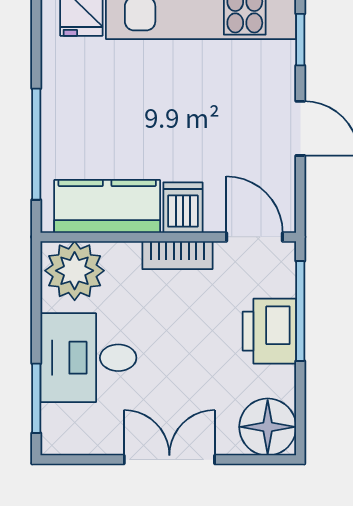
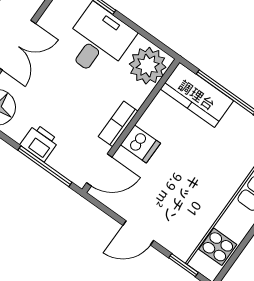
kitchen counter: (107, 206) -> (197, 95), moved, turned 90
printer: (269, 331) -> (39, 143), width x0.73, depth x0.81

